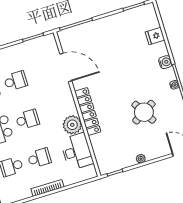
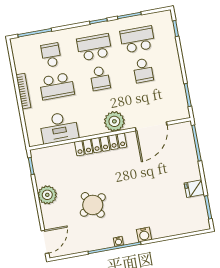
fridge: (155, 36) -> (194, 189), moved, turned -90
plant: (72, 125) -> (114, 121), moved
school desk: (39, 158) -> (57, 86), width x1.85
plant: (141, 159) -> (47, 195), width x1.88, depth x1.88

